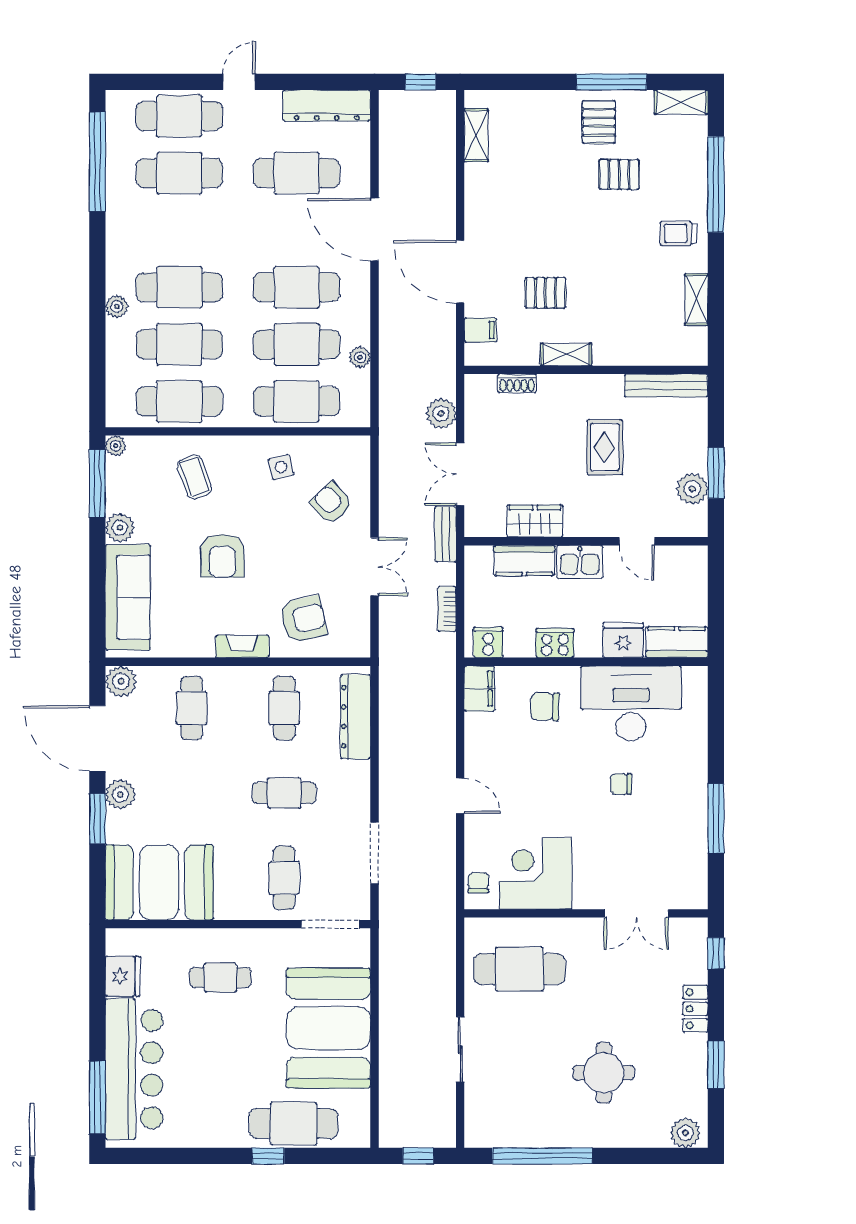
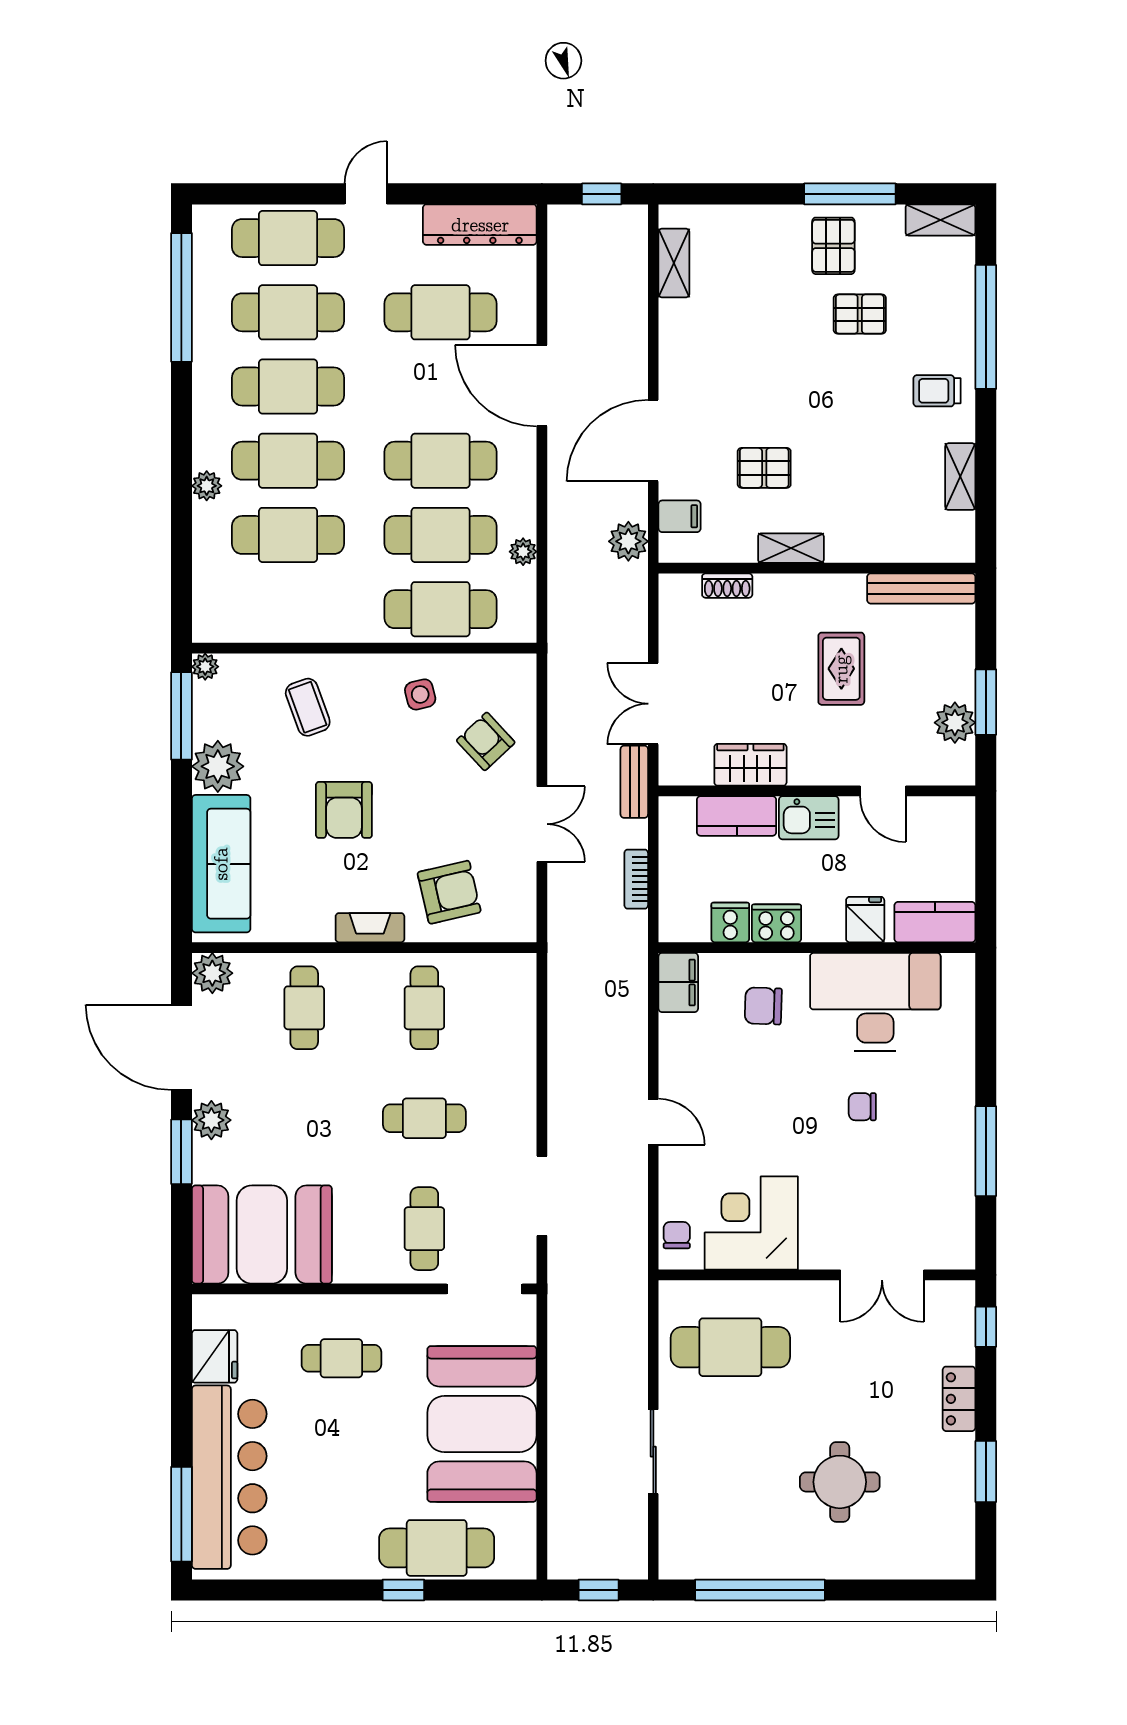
door: (460, 272) -> (653, 441), hinge flipped
cafe table: (179, 401) -> (288, 387), moved
plant: (441, 413) -> (628, 541), moved
plant: (120, 528) -> (218, 766), width x1.36, depth x1.36
fridge: (623, 640) -> (865, 920), width x0.72
cooker: (488, 642) -> (730, 922), moved
dresser: (355, 717) -> (517, 1019), removed
plant: (685, 1133) -> (946, 1560), removed

